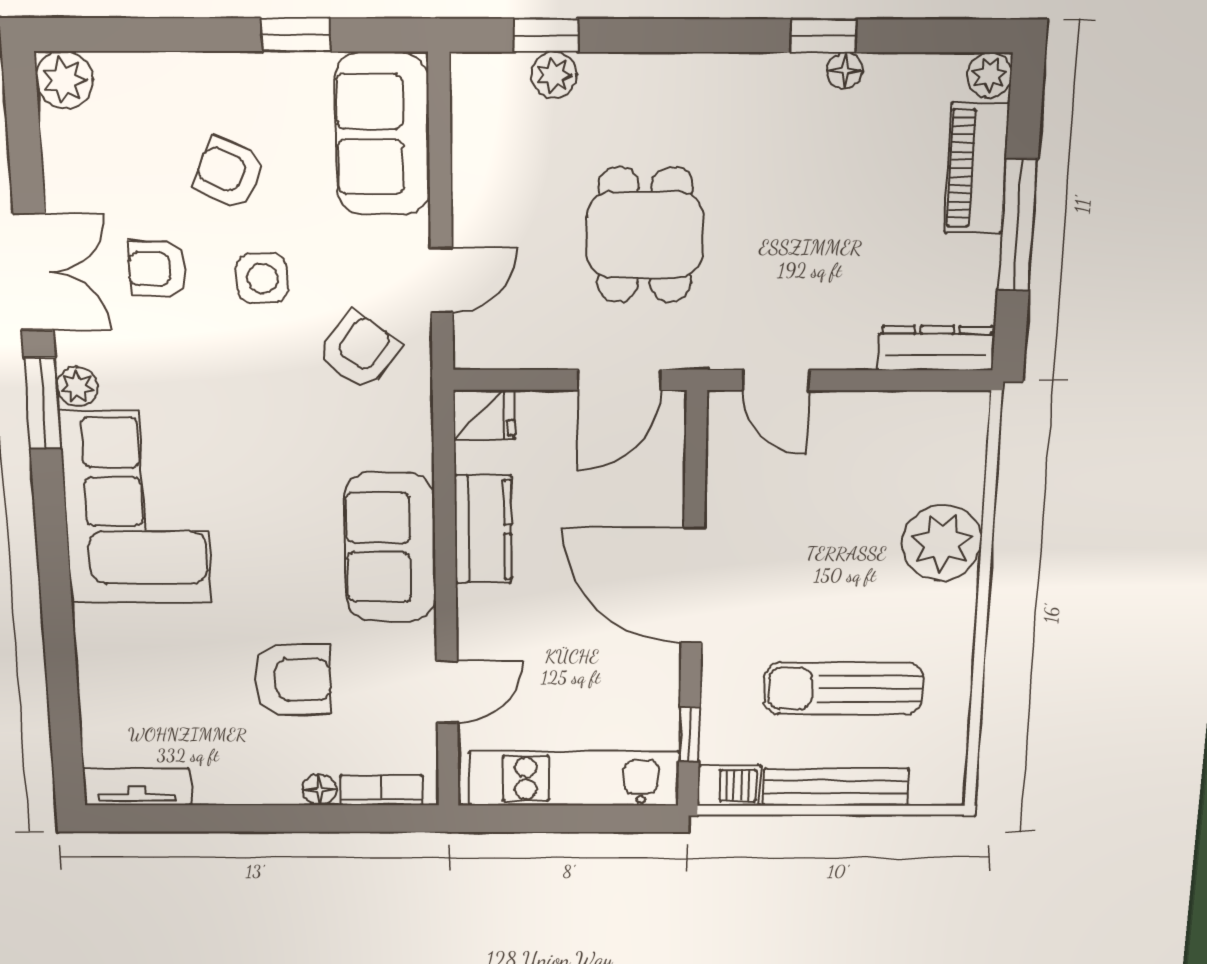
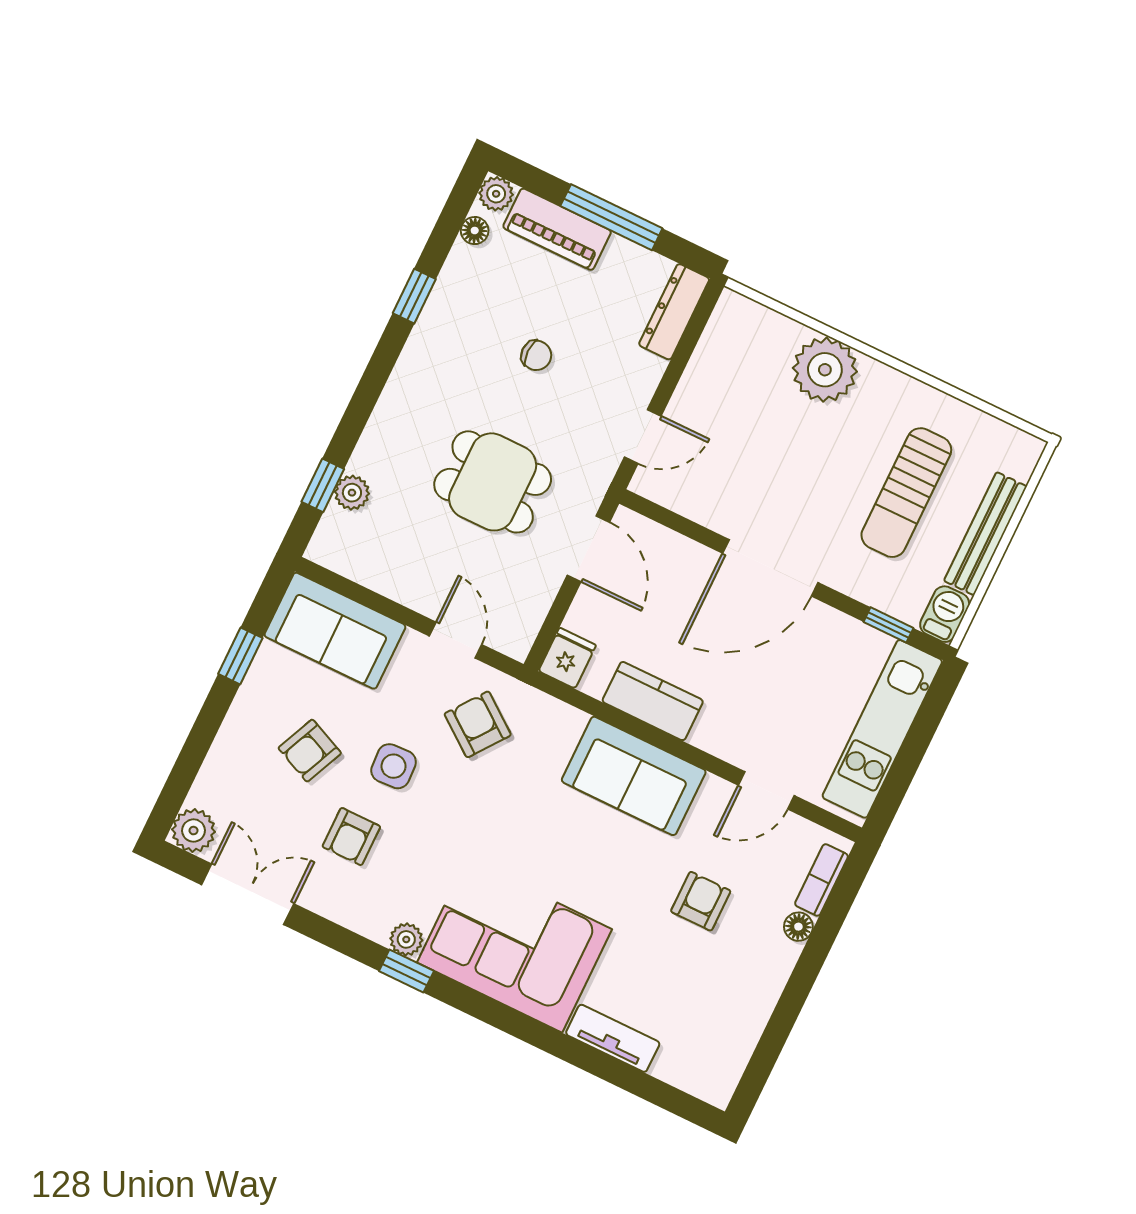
floor lamp: (845, 71) -> (475, 231), moved
chair: (816, 215) -> (536, 355), added
double door: (33, 272) -> (248, 894), moved
window: (43, 404) -> (406, 971), width x0.67
armchair: (292, 680) -> (701, 901), width x0.72, depth x0.72
door: (447, 692) -> (766, 790), swing flipped
tv unit: (137, 787) -> (613, 1038), moved, turned 90

